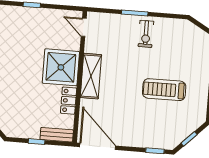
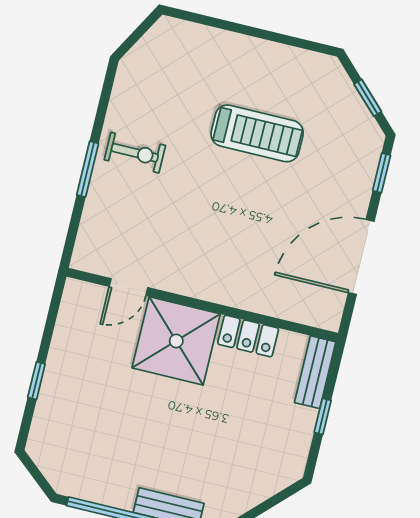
door: (84, 27) -> (129, 287), moved
shelving: (91, 76) -> (205, 281), removed
treadmill: (164, 90) -> (257, 133), turned -90
door: (98, 146) -> (361, 257), moved

